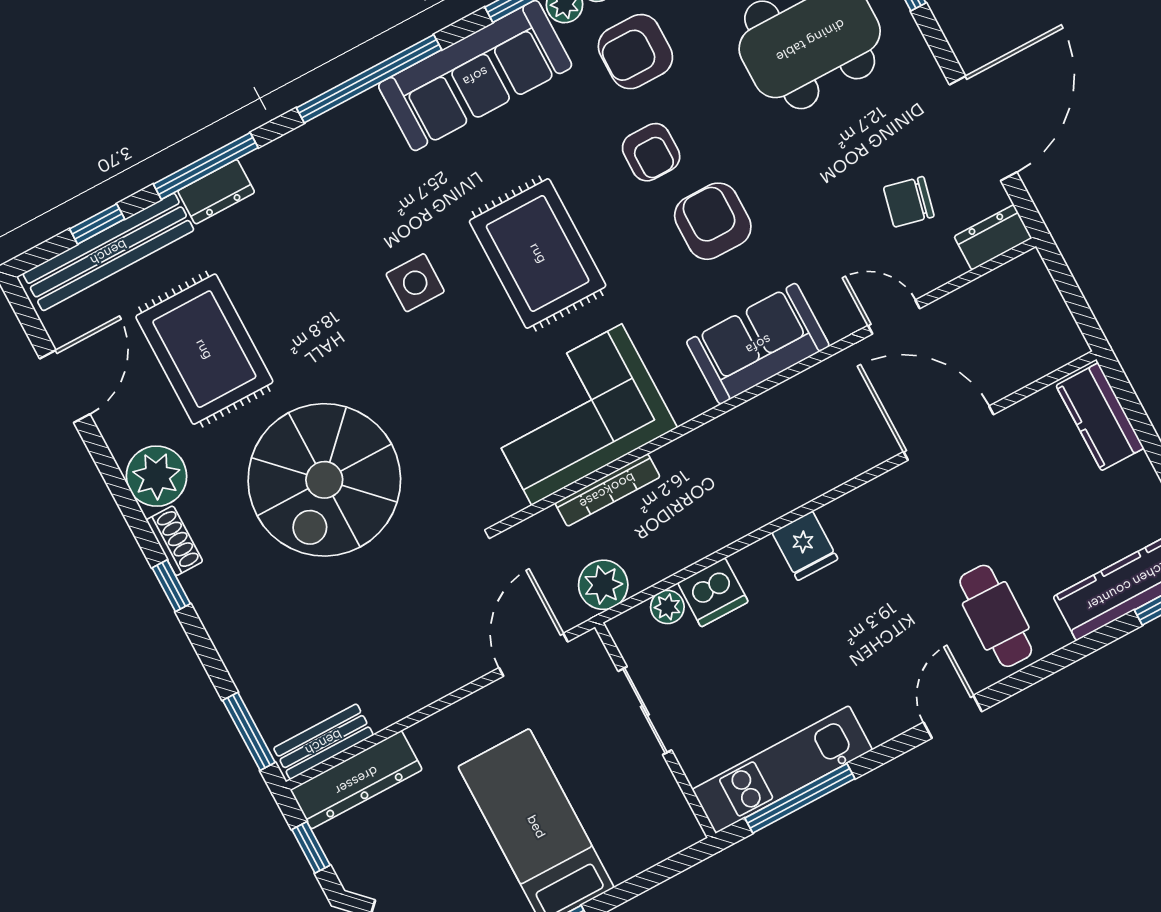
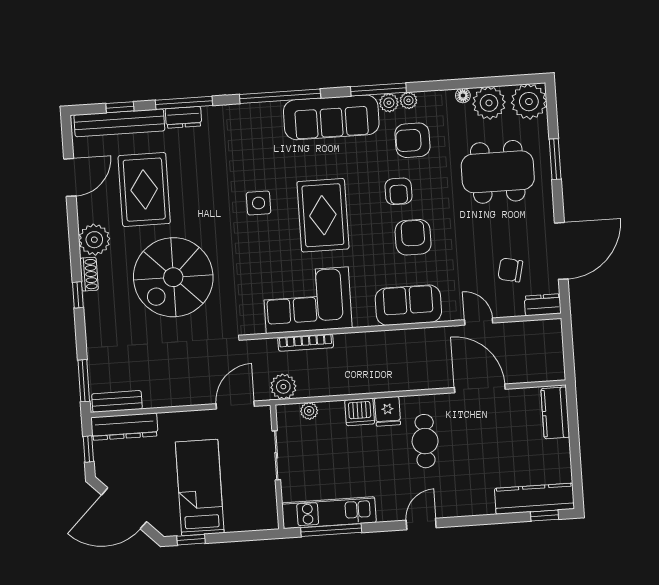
dishwasher: (713, 592) -> (360, 412), moved
cafe table: (996, 616) -> (425, 441), moved

